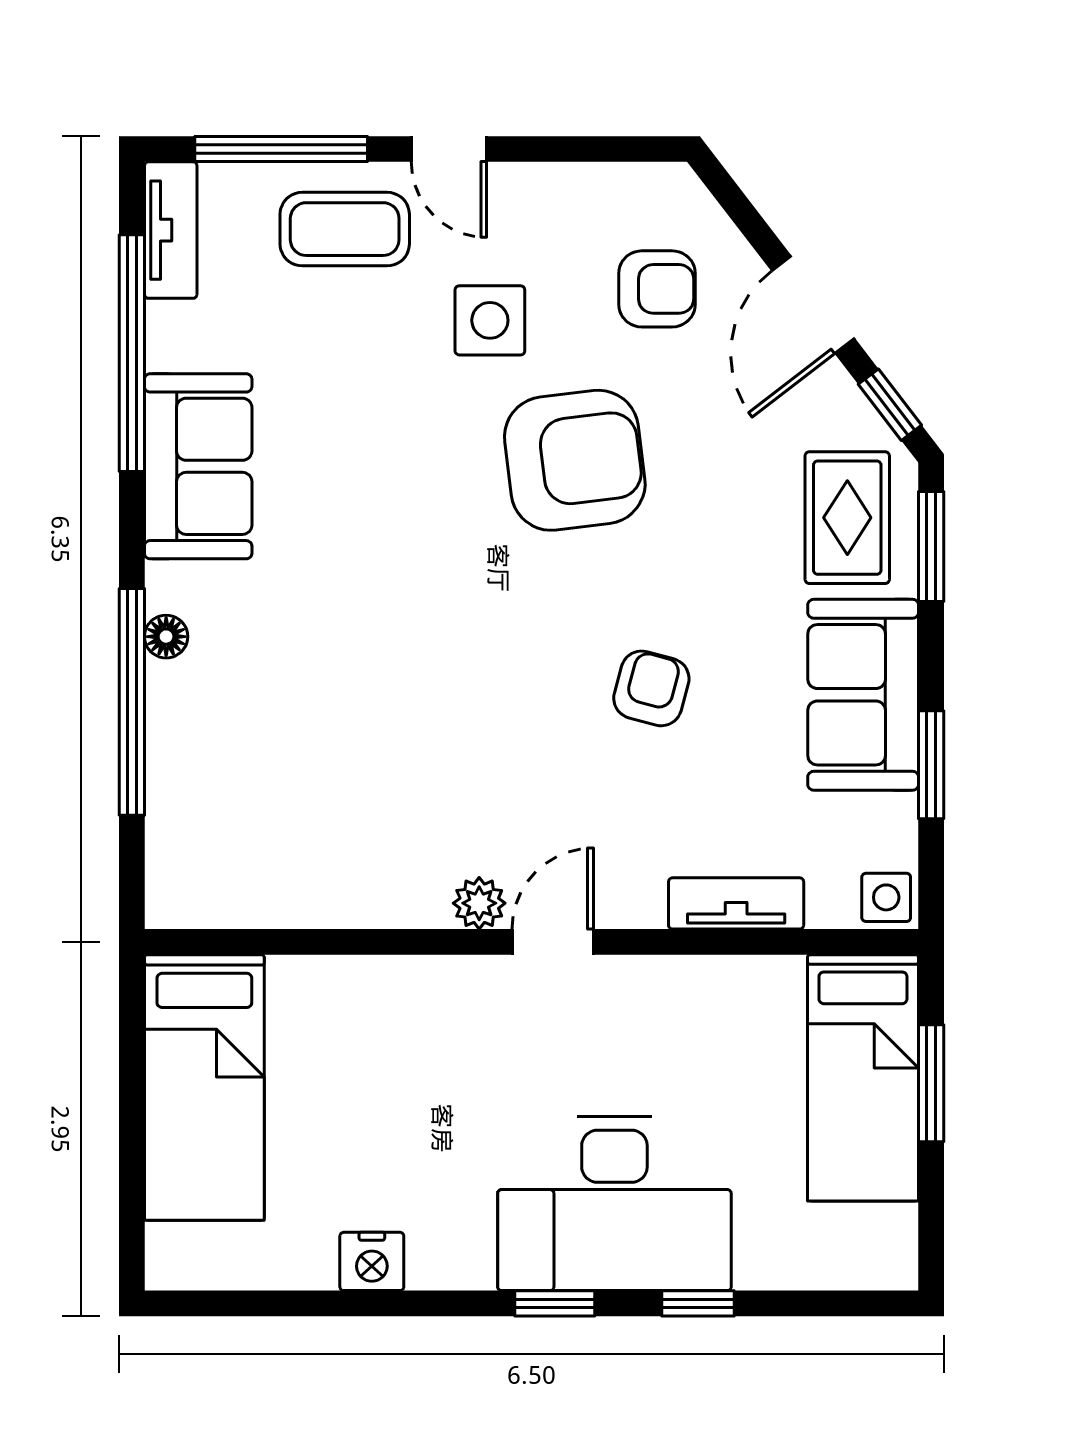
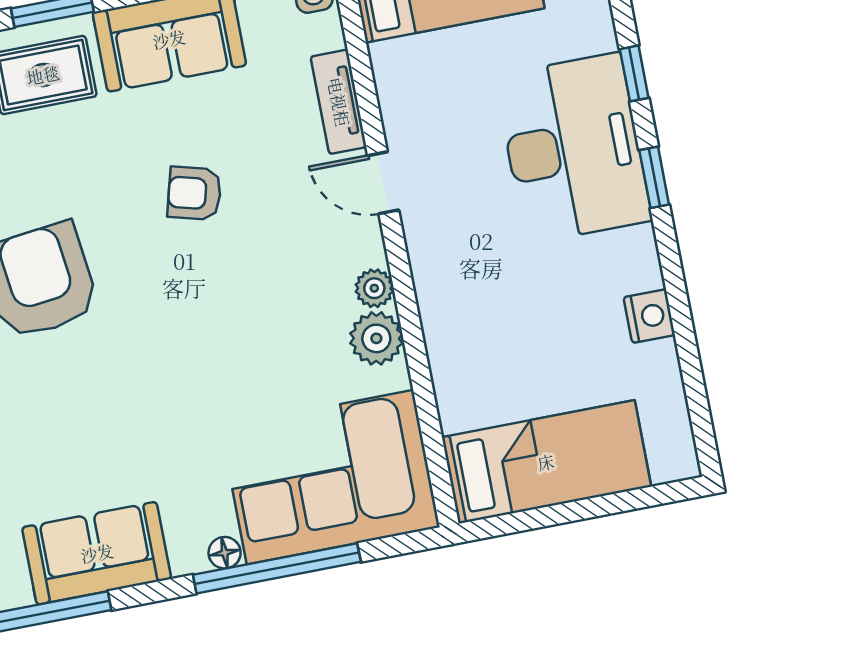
corner sofa: (240, 796) -> (330, 477), added
plant: (412, 893) -> (376, 338), added
door: (553, 942) -> (383, 183), moved

